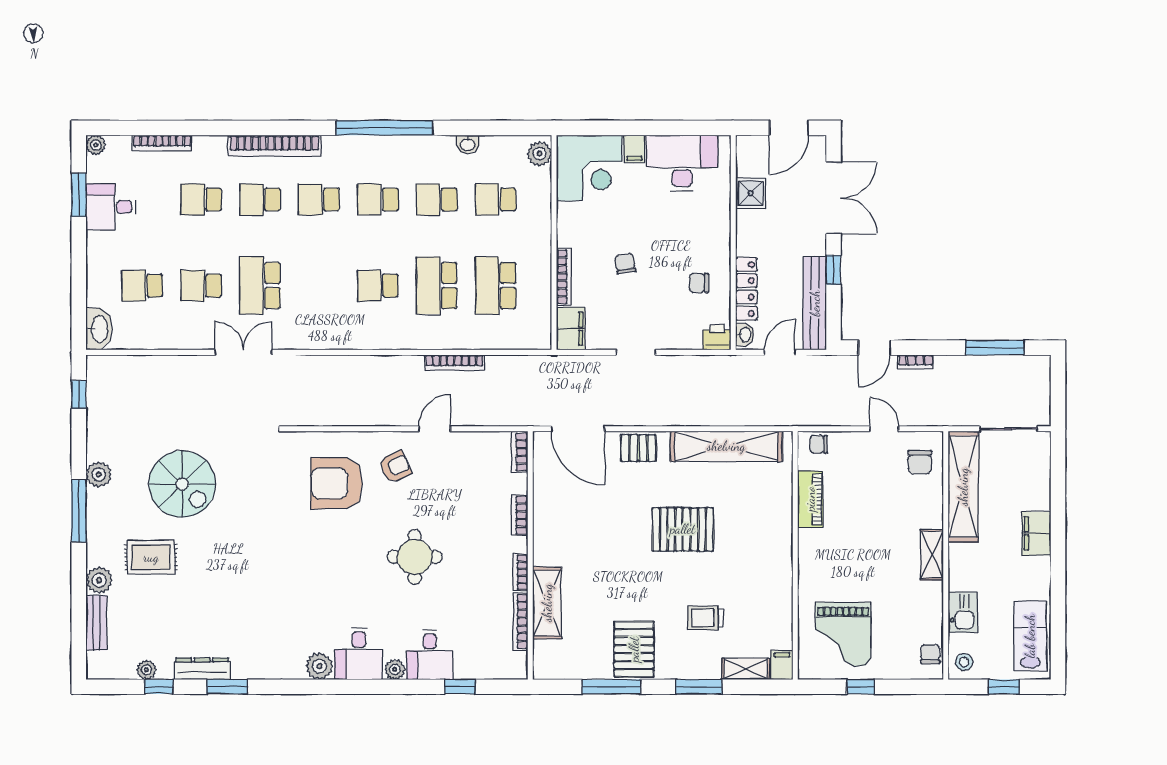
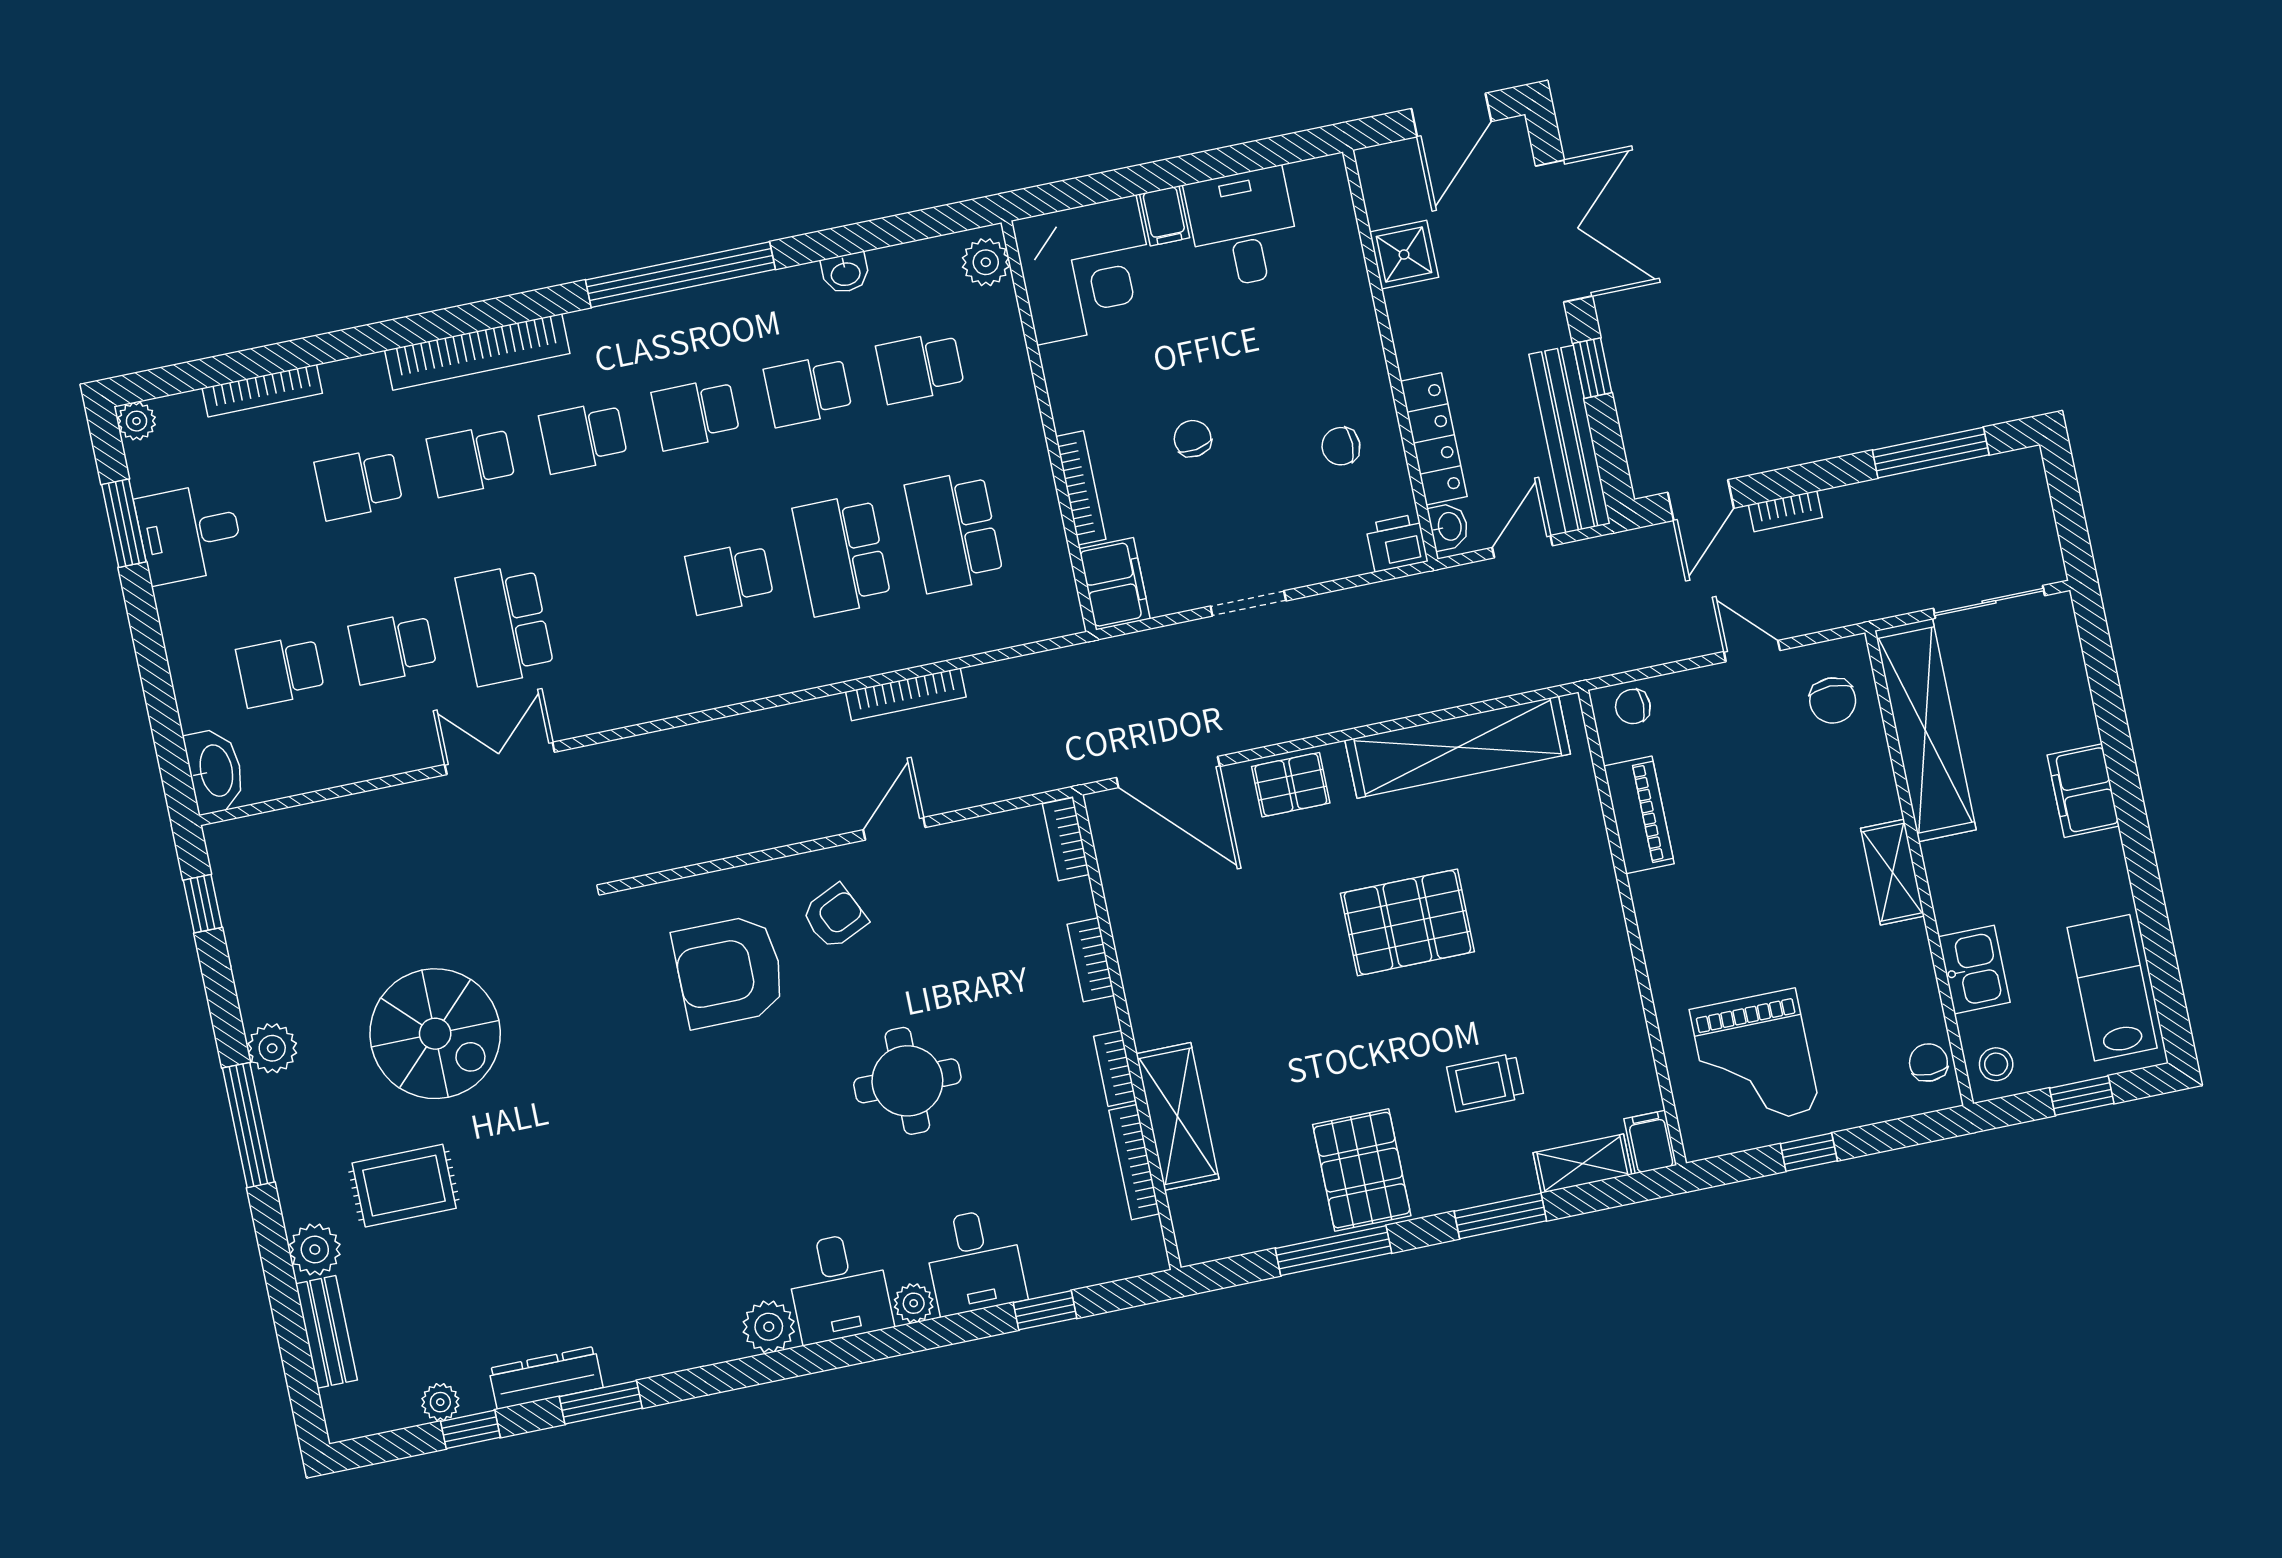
desk: (682, 163) -> (1243, 228), width x0.73

